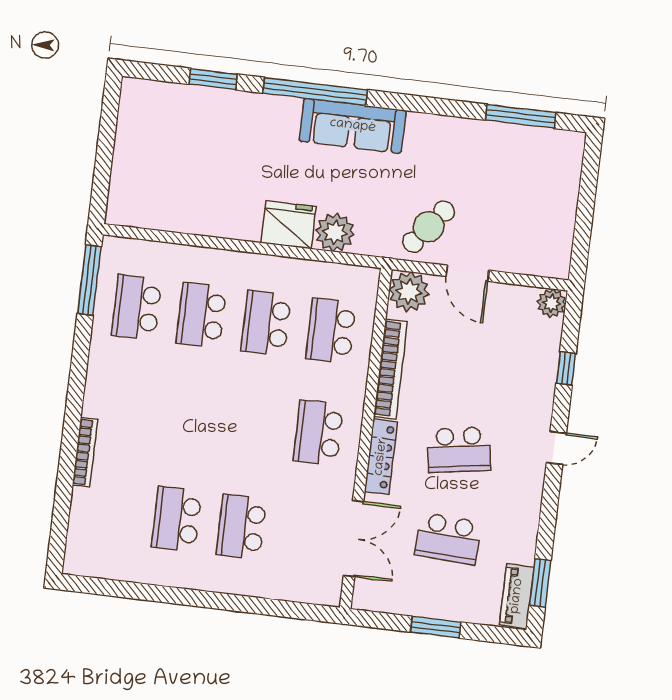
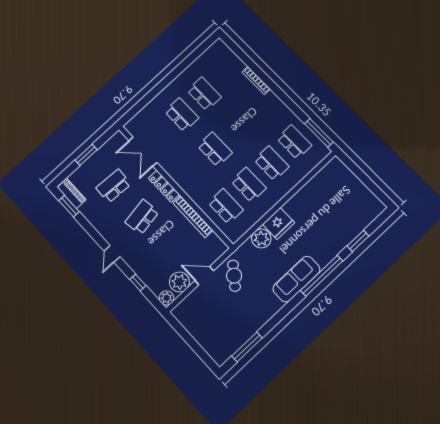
plant: (409, 292) -> (179, 282), moved
school desk: (318, 433) -> (215, 149), moved

